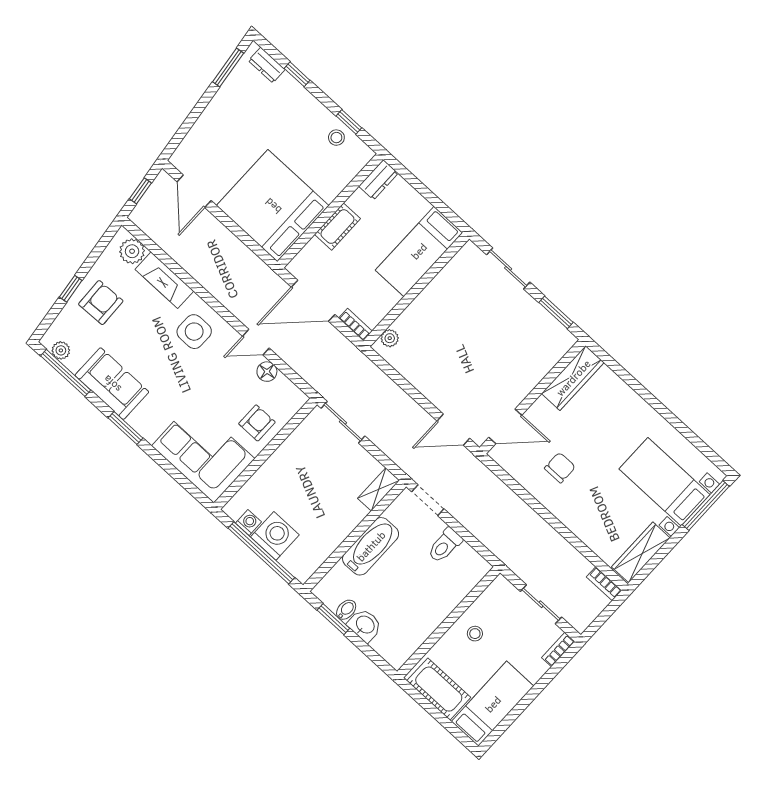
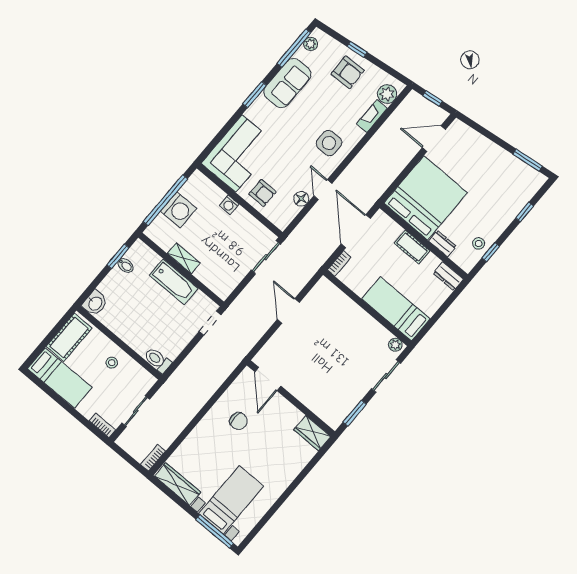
dresser: (267, 65) -> (442, 244), moved, turned 90
fireplace: (164, 280) -> (372, 116), width x0.73, depth x0.76
plant: (390, 338) -> (395, 345), moved
wardrobe: (573, 378) -> (312, 433), width x0.67
door: (453, 430) -> (288, 311), moved
shelving: (379, 489) -> (184, 258), moved
washing machine: (248, 523) -> (229, 205), moved, turned 90
toilet: (445, 545) -> (157, 360), moved
washbasin: (365, 625) -> (95, 303), moved

